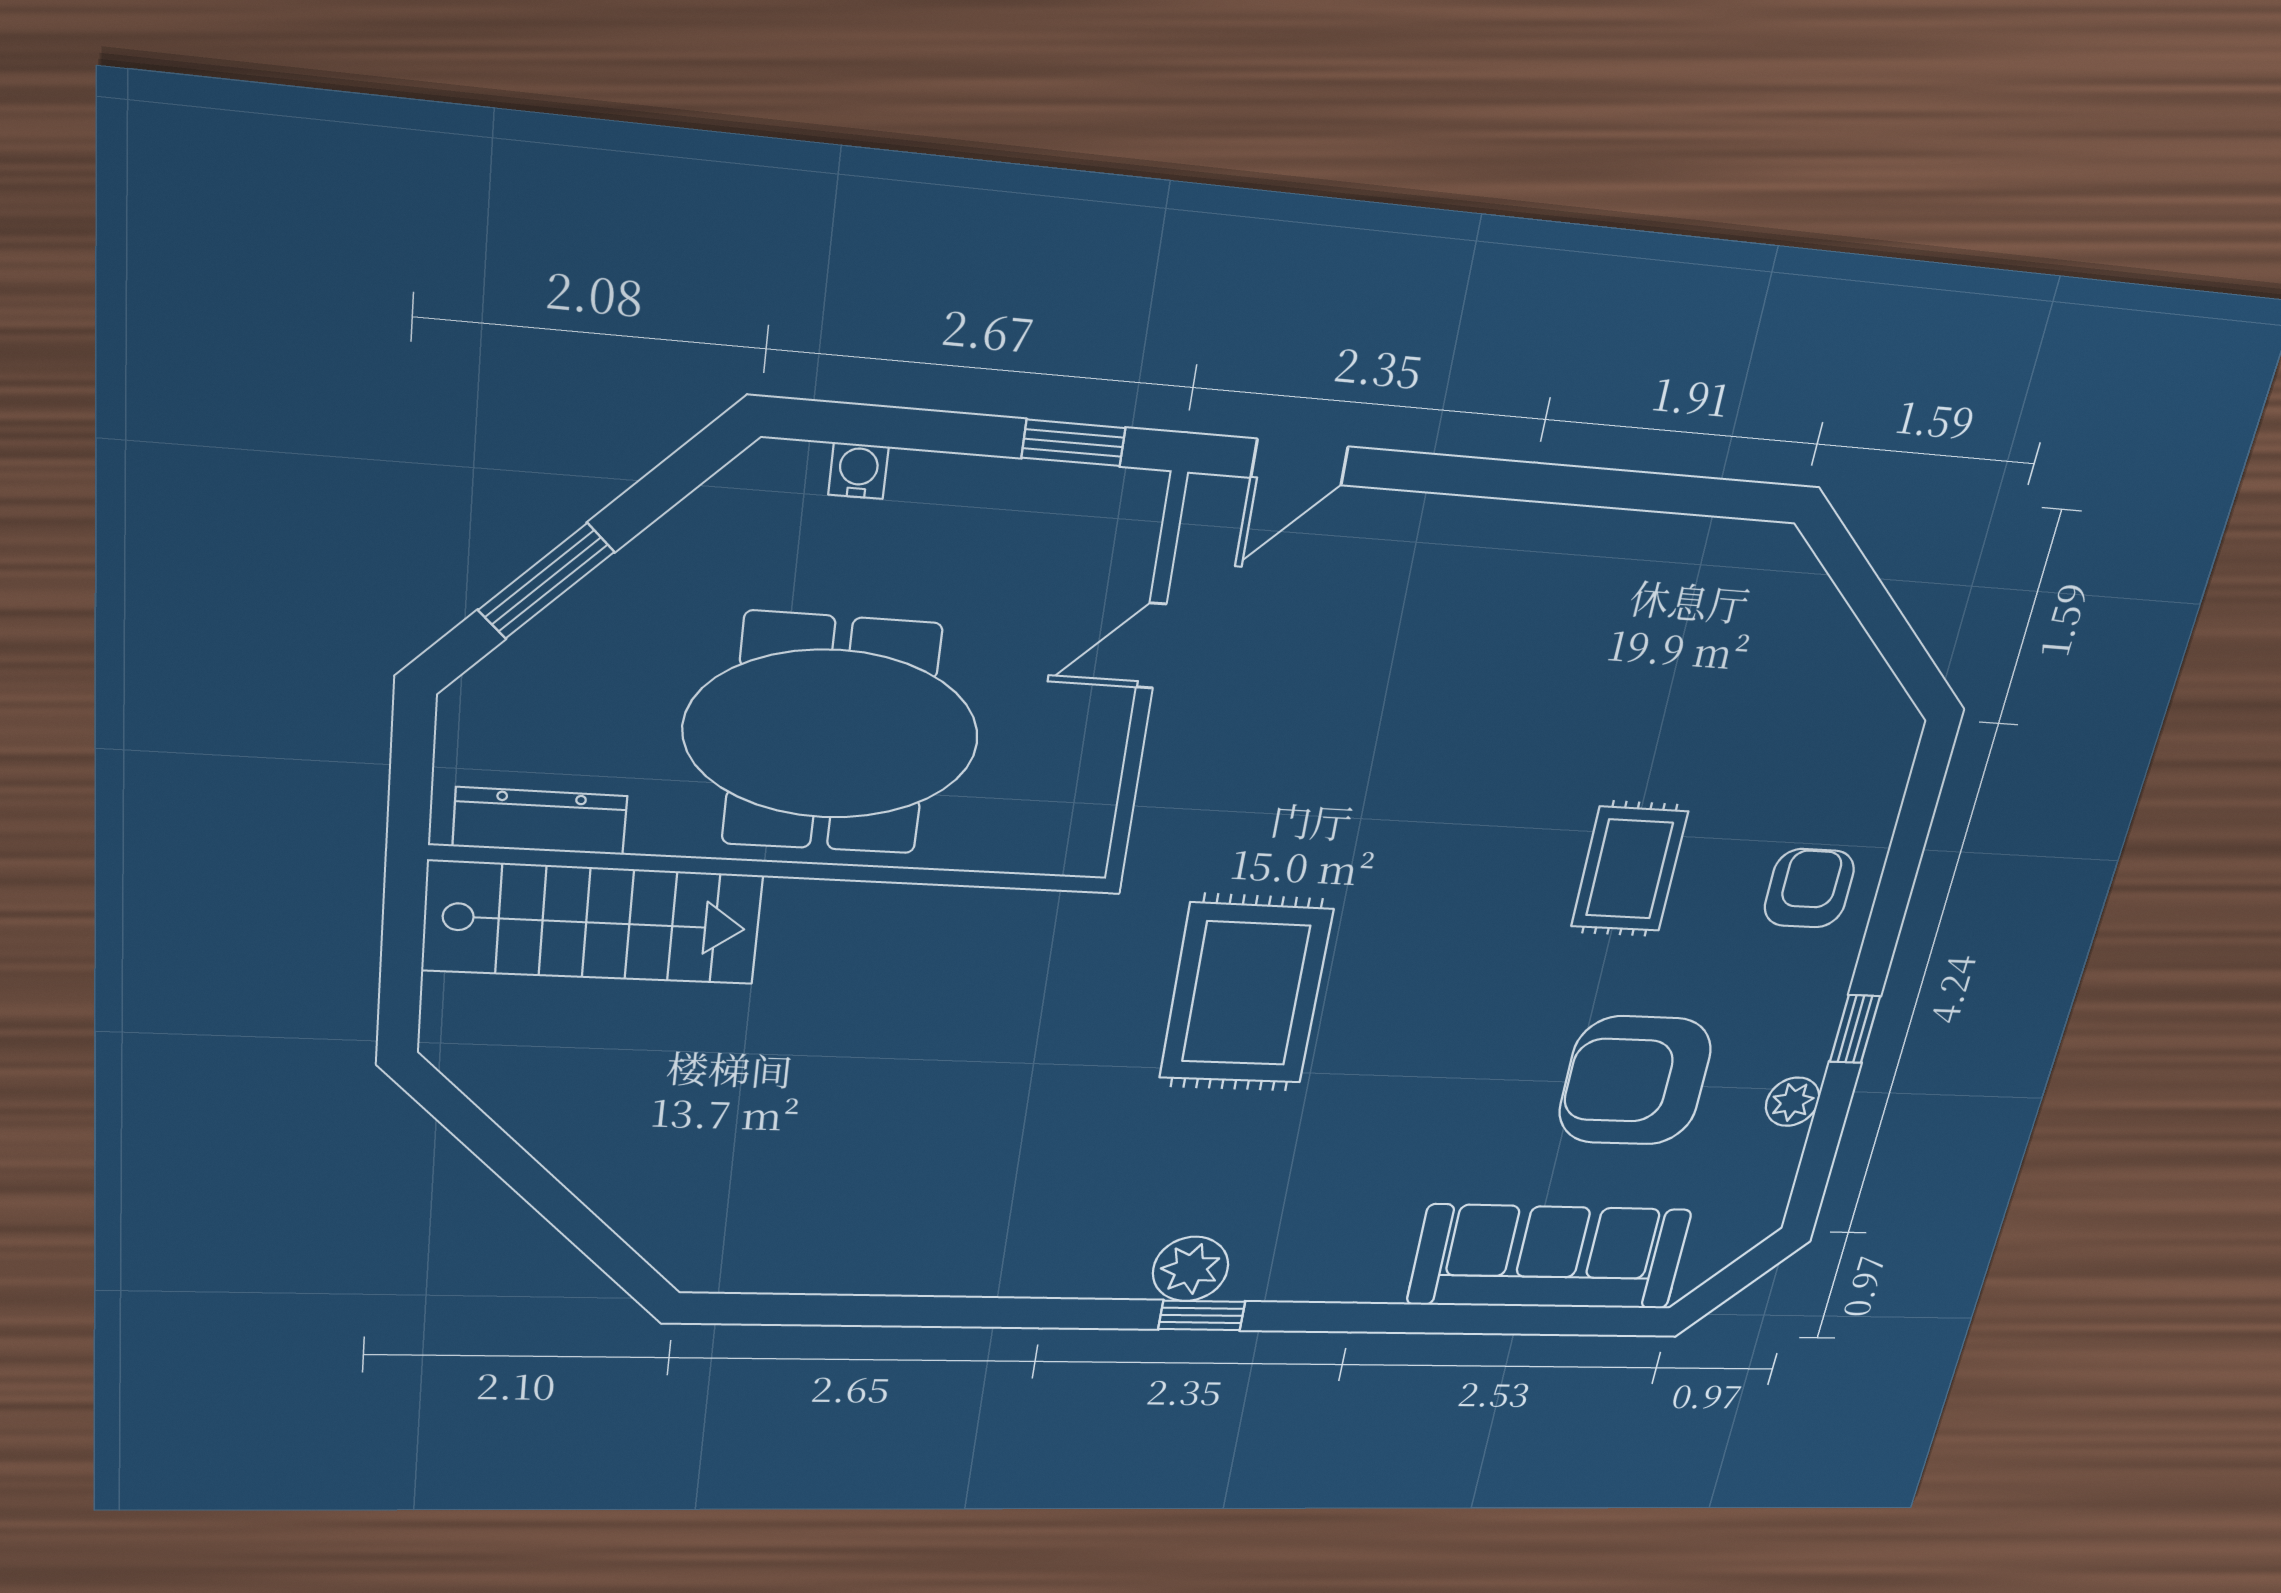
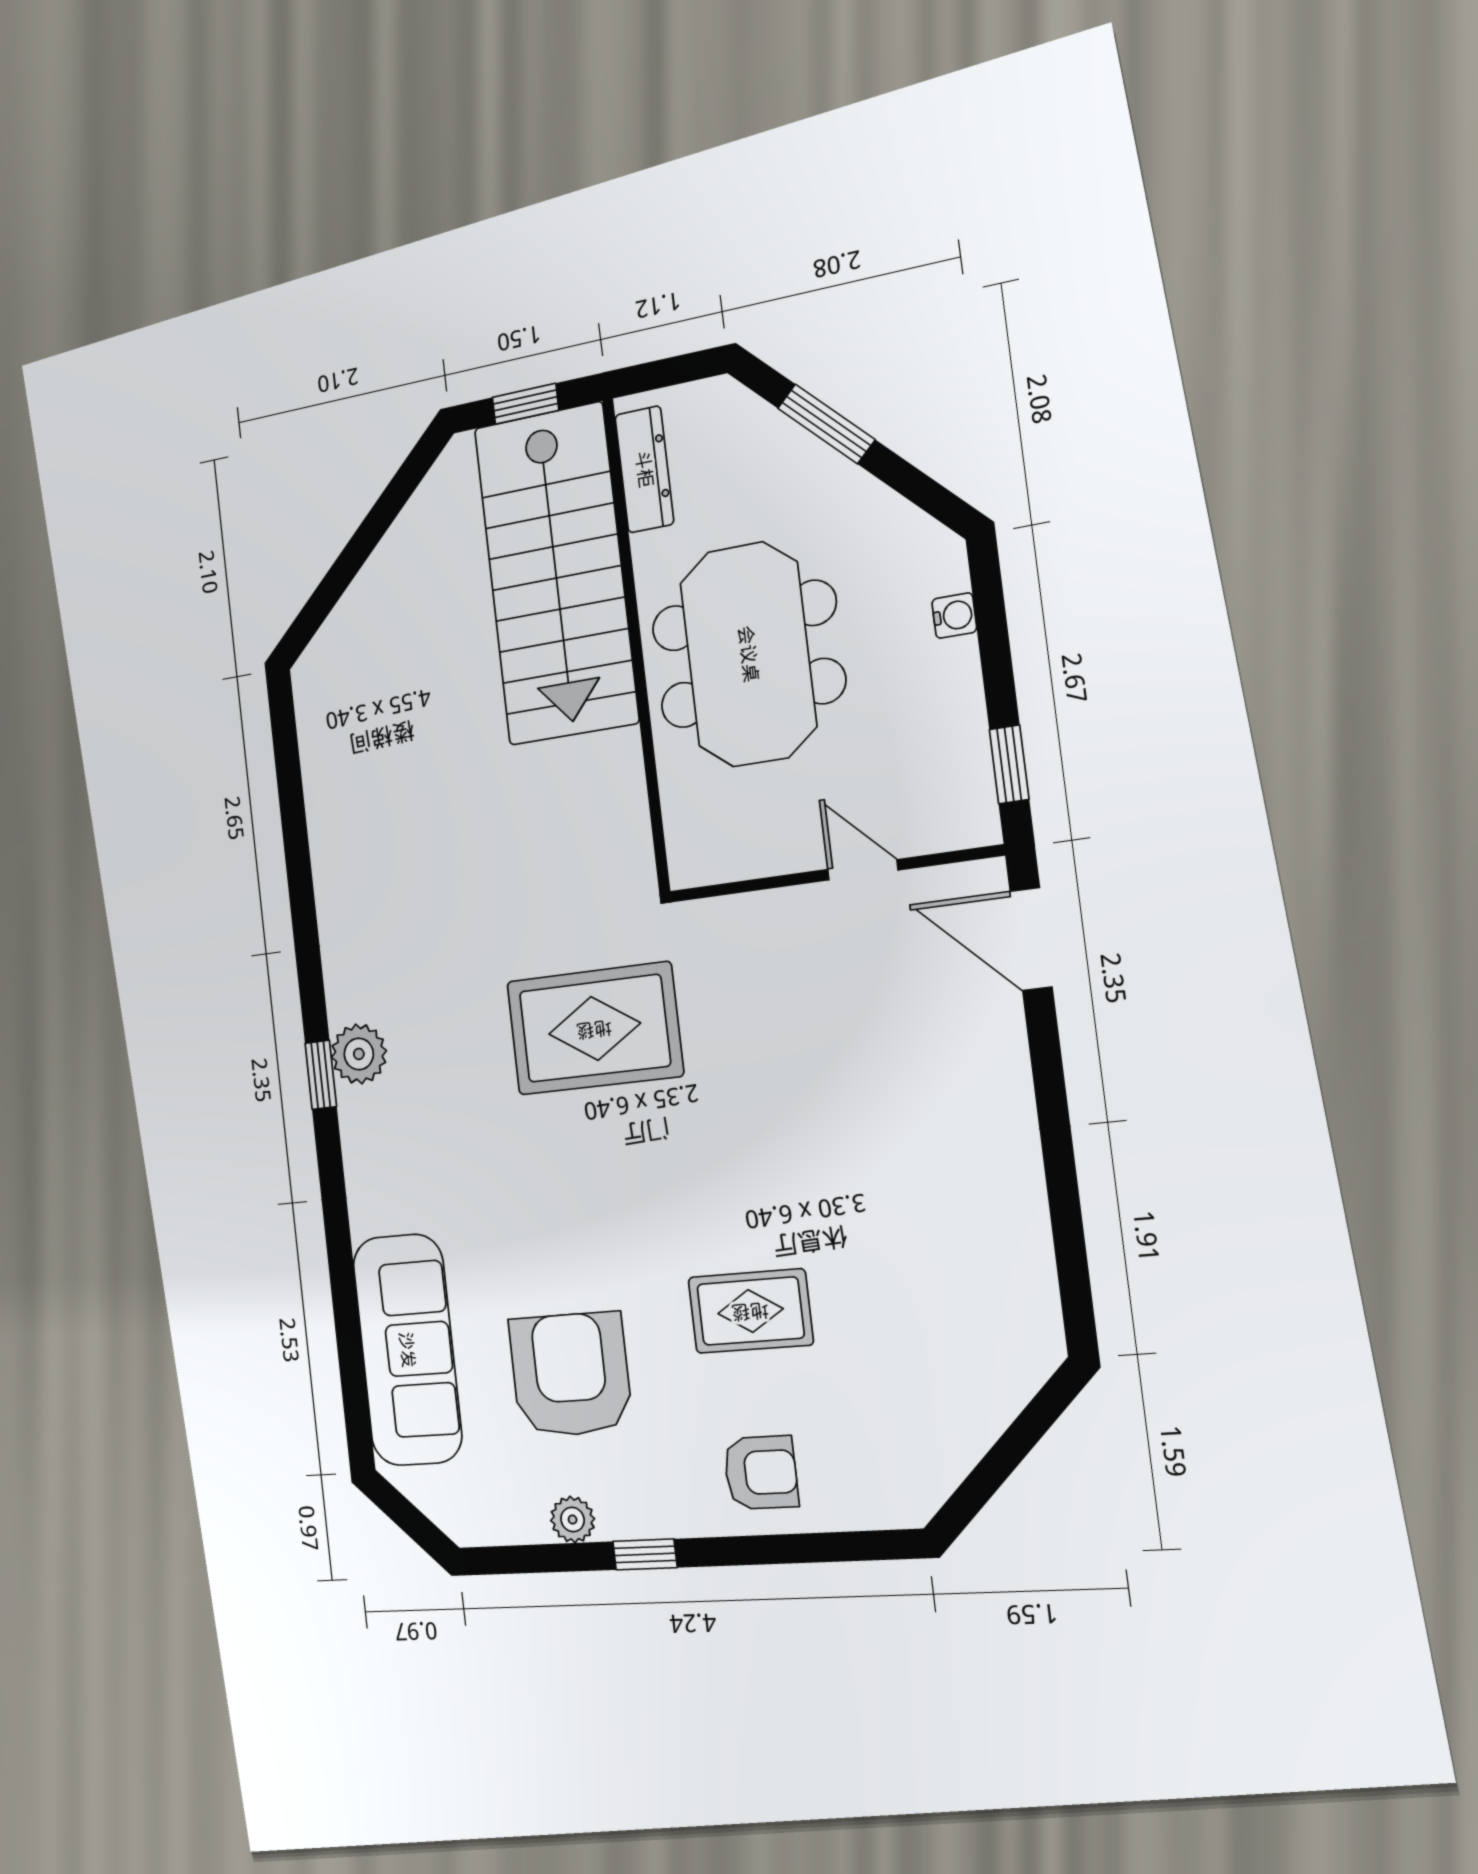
door: (1299, 462) -> (1031, 939), width x1.38
stairs: (593, 923) -> (556, 574), width x1.36, depth x1.51
window: (402, 957) -> (525, 404), added

